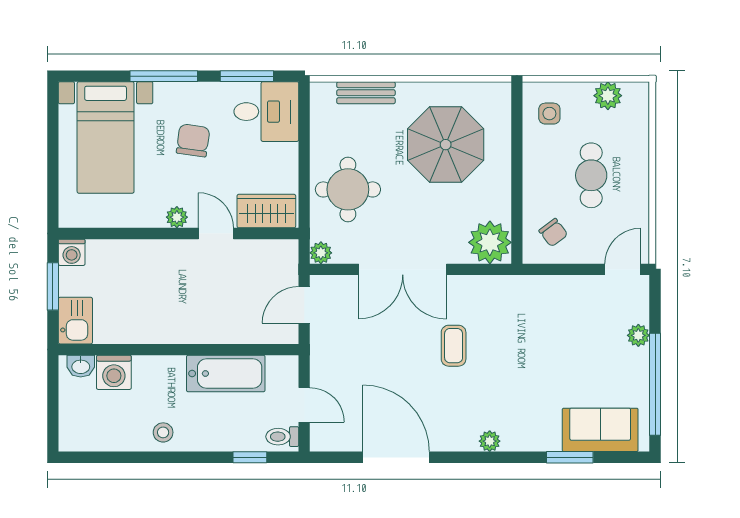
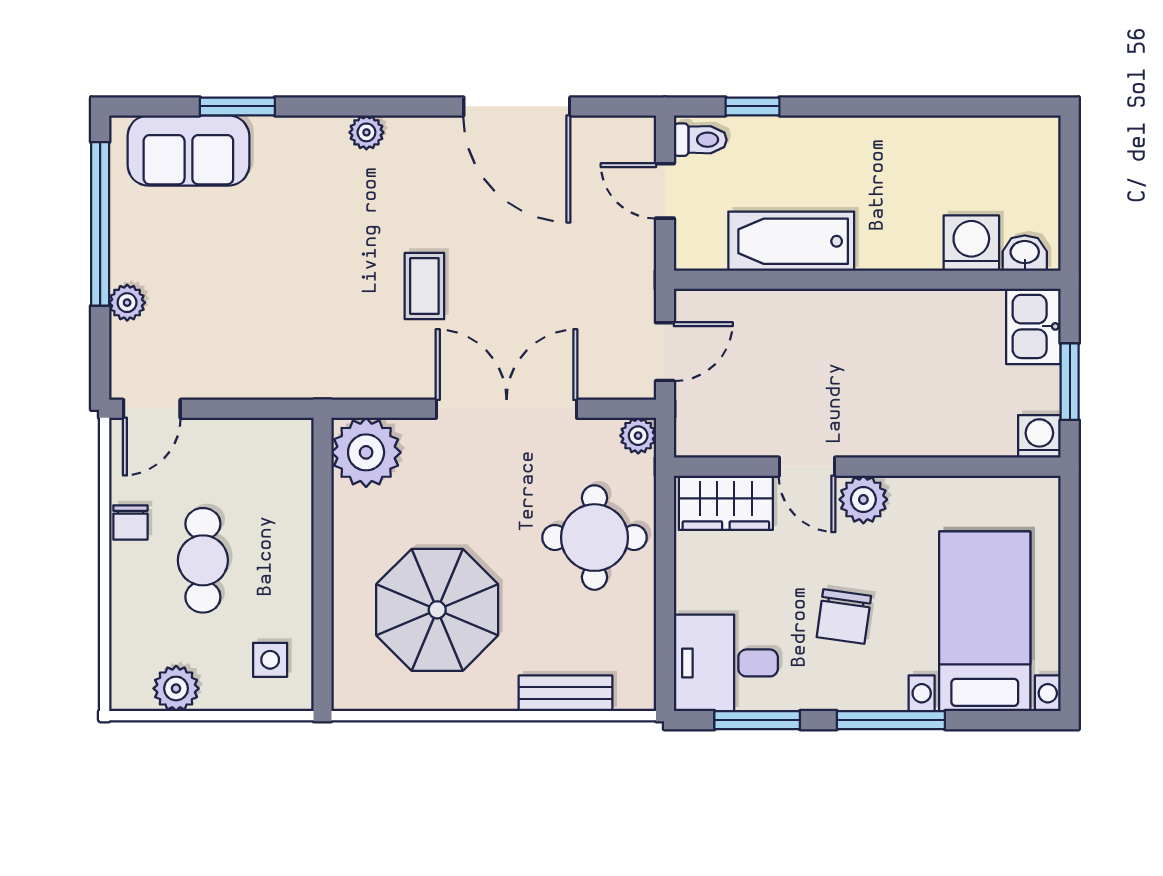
plant: (177, 217) -> (863, 499), width x1.38, depth x1.38
chair: (553, 233) -> (130, 522), moved, turned -143
stool: (163, 432) -> (892, 146), removed

